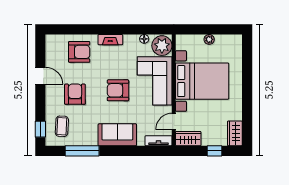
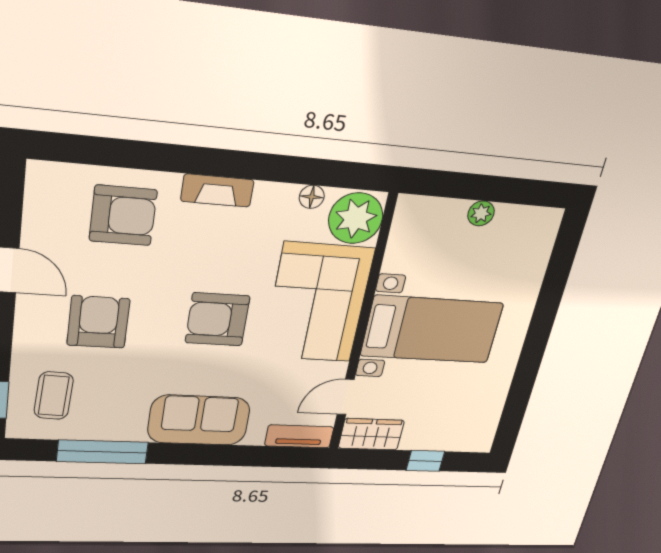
bed with nightstands: (202, 81) -> (432, 329), width x0.73
wardrobe: (235, 133) -> (481, 427), removed

